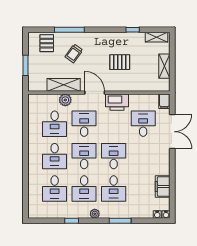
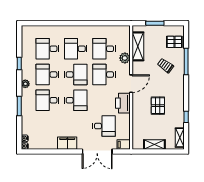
shelving: (64, 85) -> (138, 46), moved
desk: (84, 124) -> (104, 74), turned 180
filing cabinet: (163, 187) -> (67, 143), moved

